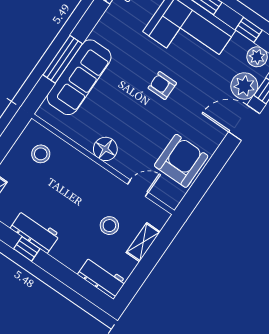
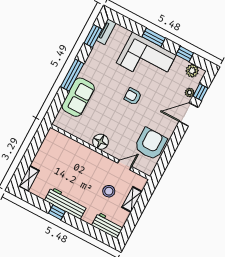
window: (63, 59) -> (72, 75), moved
sofa: (79, 77) -> (78, 97), width x0.73
plant: (244, 86) -> (190, 93), width x0.53, depth x0.53
stool: (41, 154) -> (59, 150), removed
workbench: (35, 231) -> (66, 203), width x1.38

